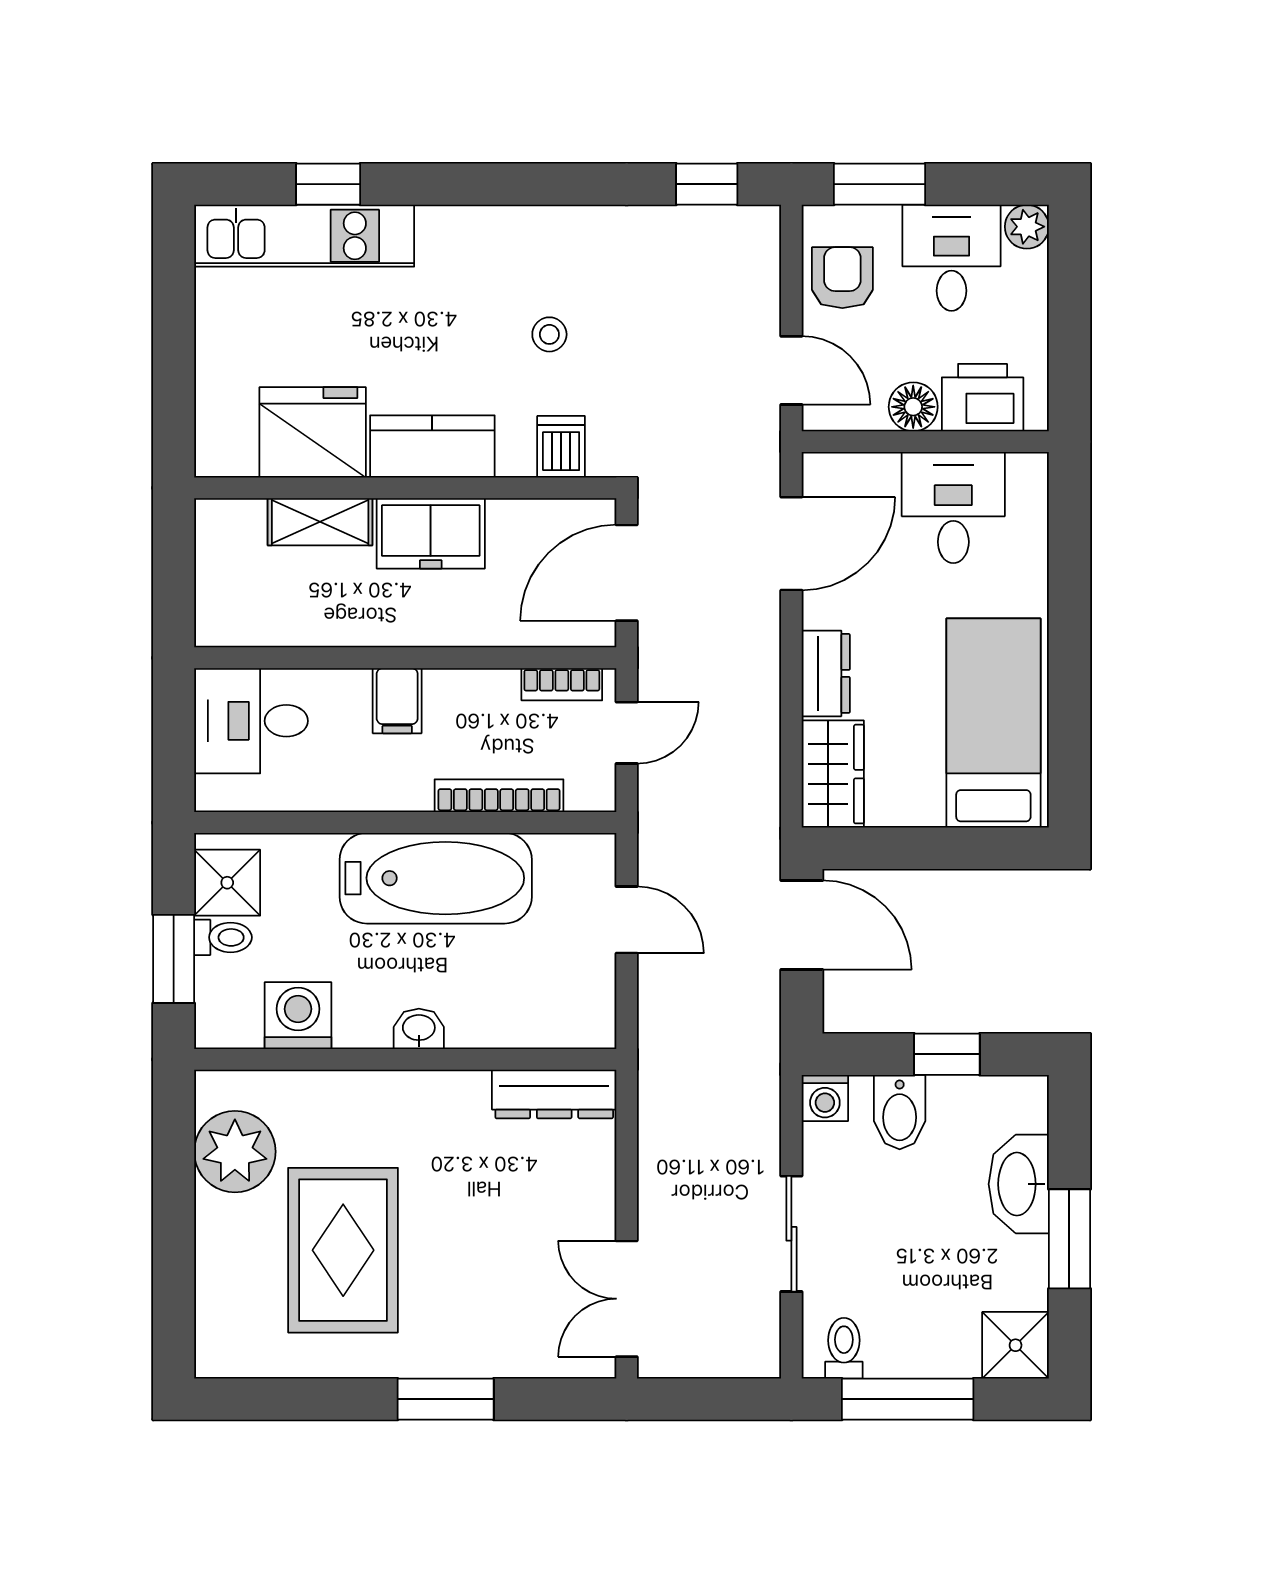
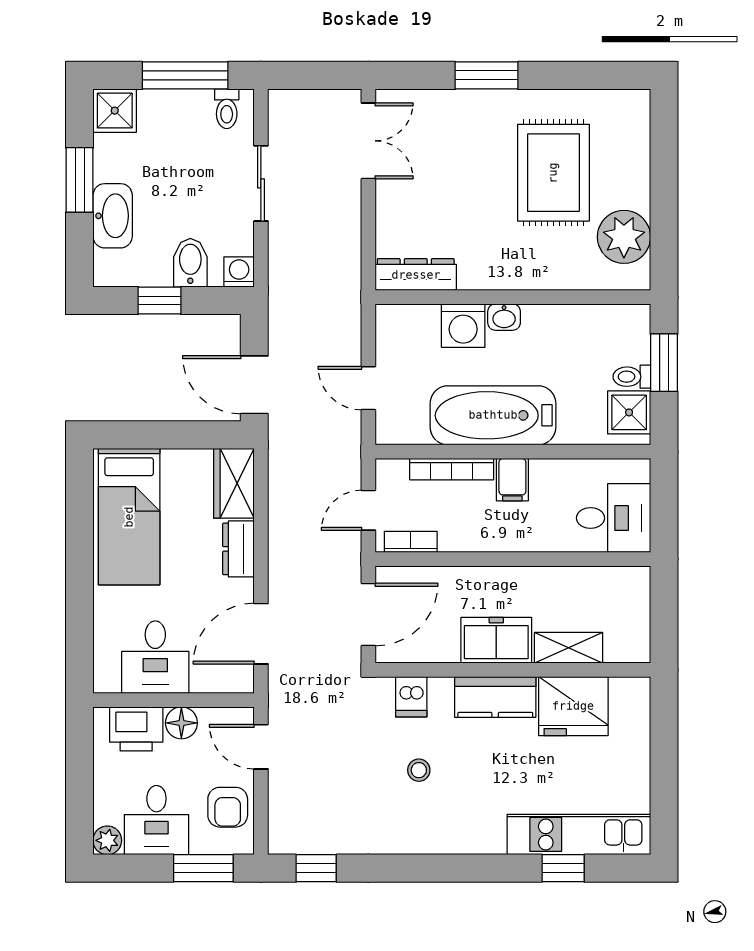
filing cabinet: (397, 701) -> (512, 480), moved, turned 180
washing machine: (298, 1016) -> (463, 326), moved

